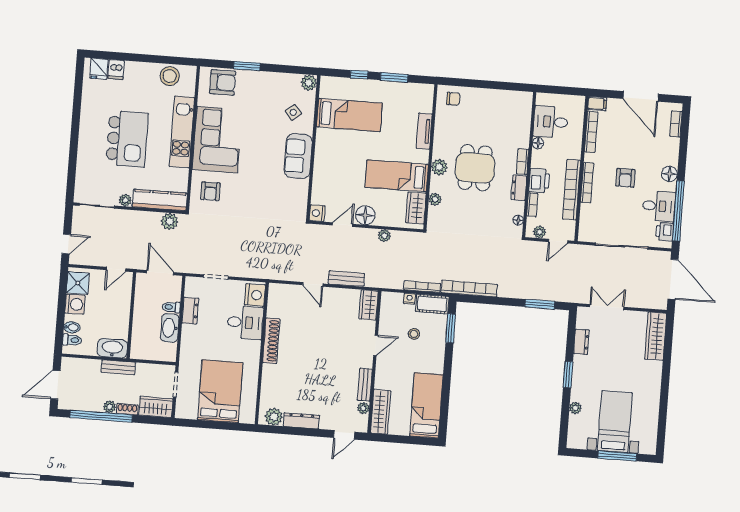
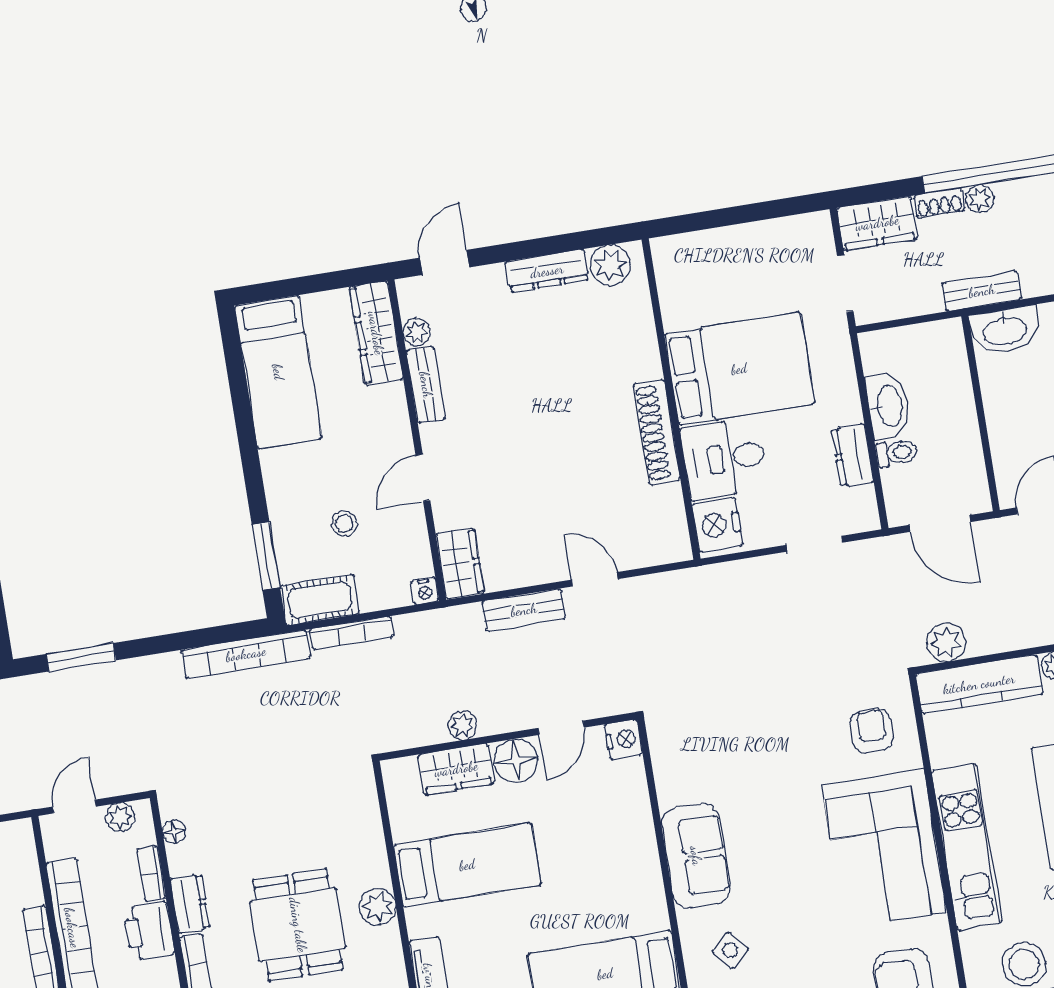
plant: (435, 199) -> (370, 834), removed
wardrobe: (416, 208) -> (456, 769), moved, turned 90
nightstand: (409, 299) -> (425, 591), moved
bed: (220, 391) -> (739, 369), moved, turned -90

